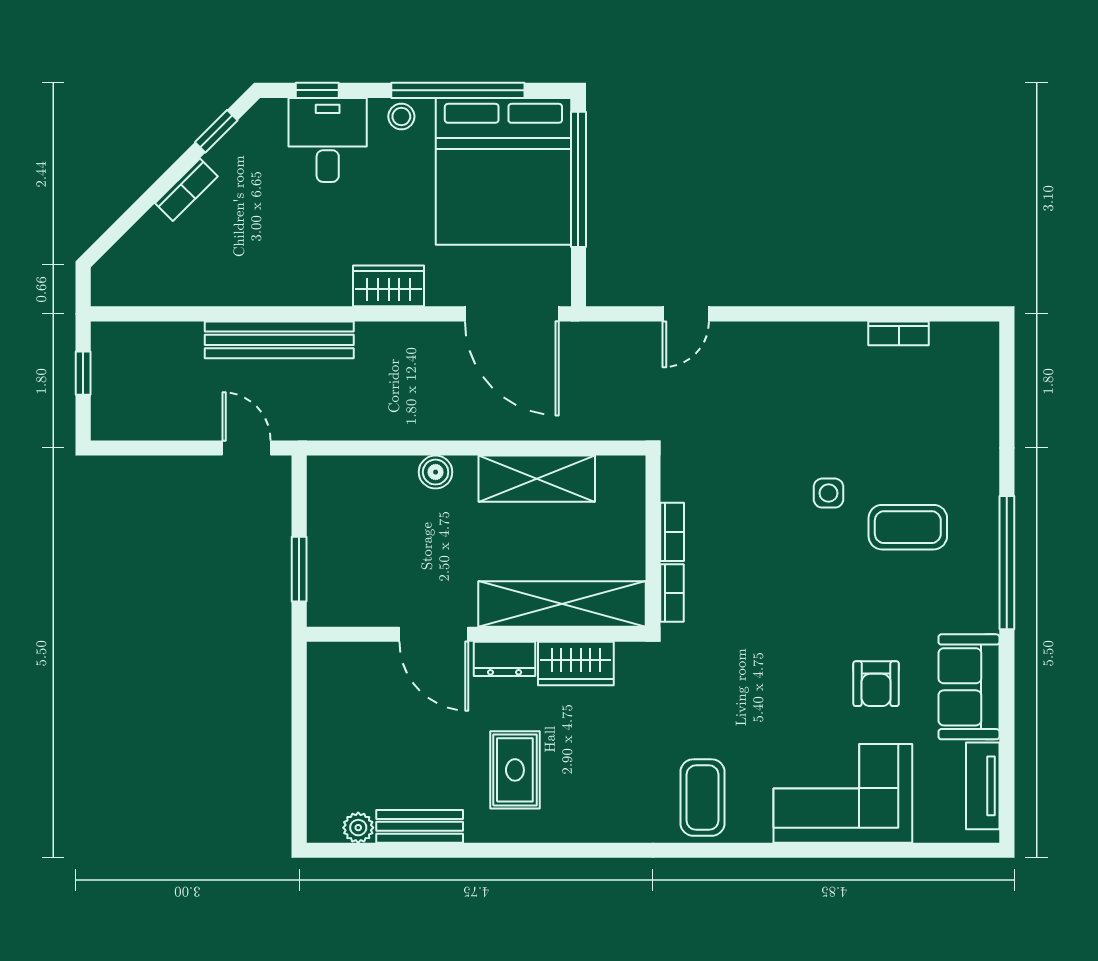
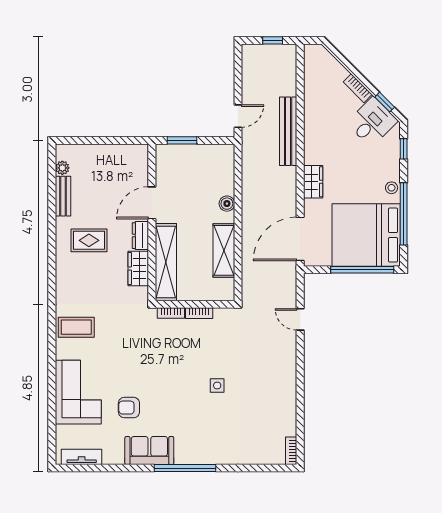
desk: (328, 140) -> (372, 122), moved, turned -45
bookcase: (899, 333) -> (291, 451), moved
coffee table: (908, 527) -> (201, 422), removed
sofa: (969, 687) -> (149, 451), moved

